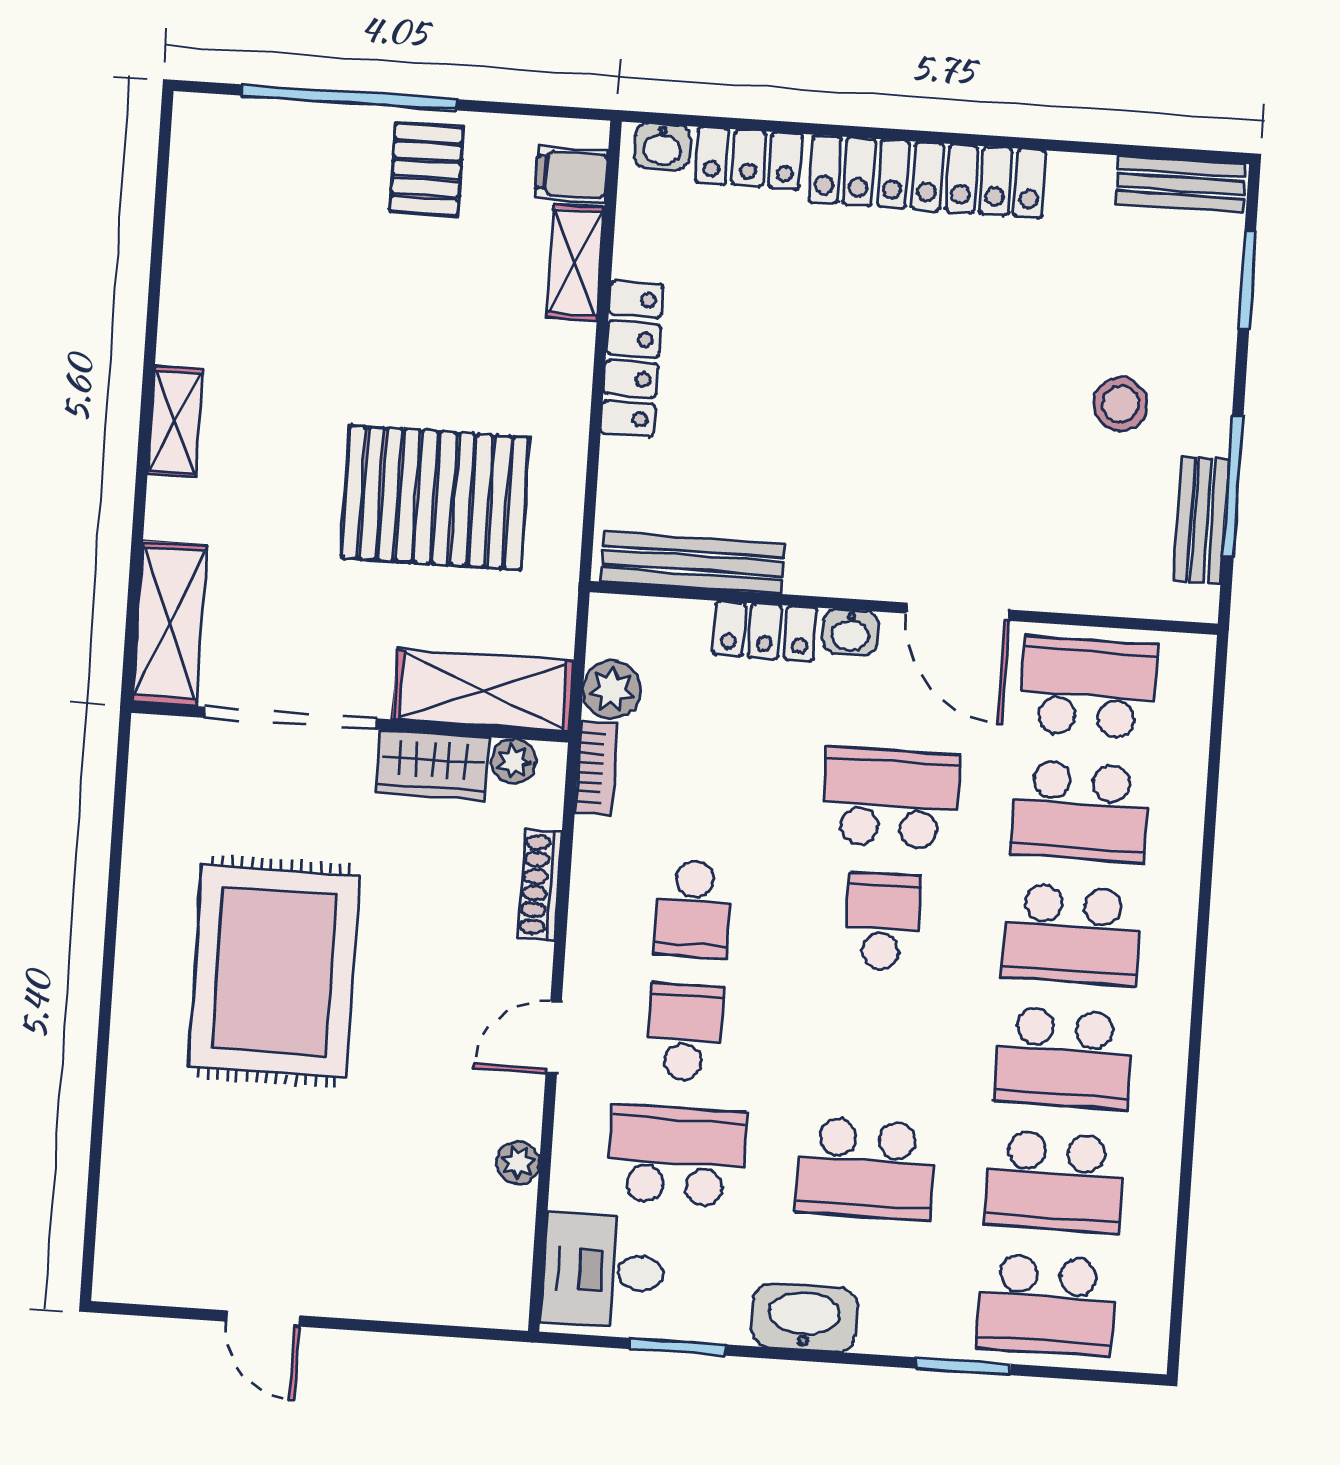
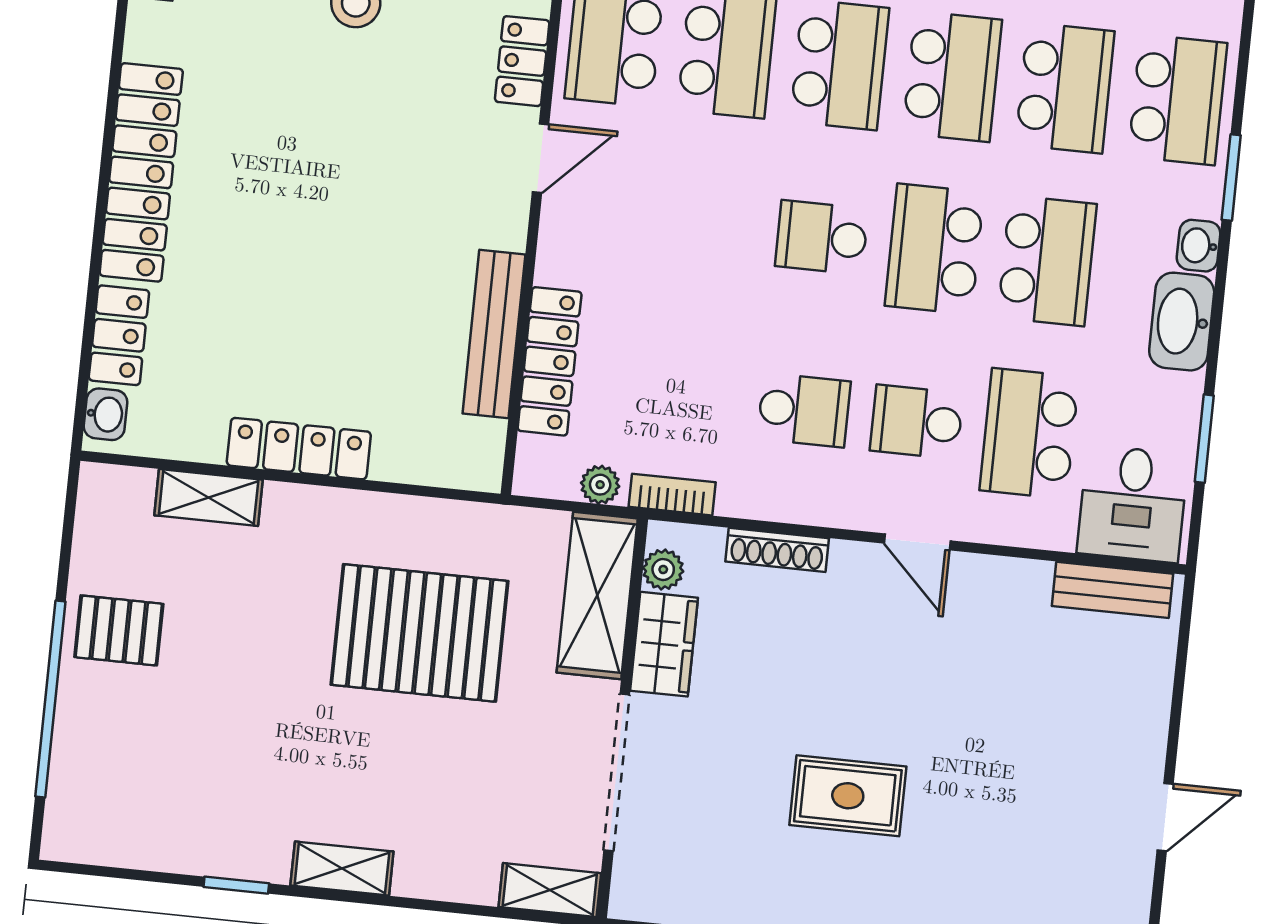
filing cabinet: (572, 174) -> (128, 498), removed
window: (153, 307) -> (236, 885), added
pallet: (435, 498) -> (420, 633), turned 90
bench: (693, 563) -> (494, 334), moved
locker: (1063, 588) -> (522, 61), added
door: (958, 612) -> (541, 158), width x0.73
shelving: (170, 623) -> (550, 890), width x0.67, depth x0.75
locker: (765, 631) -> (550, 361), width x1.53
washbasin: (850, 632) -> (1199, 246), moved, turned 180
plant: (612, 690) -> (600, 485), width x0.73, depth x0.73
school desk: (891, 798) -> (934, 249), moved
rug: (274, 971) -> (848, 796), width x0.54, depth x0.49
plant: (518, 1163) -> (1031, 579), removed
bench: (509, 1252) -> (1113, 590), added

